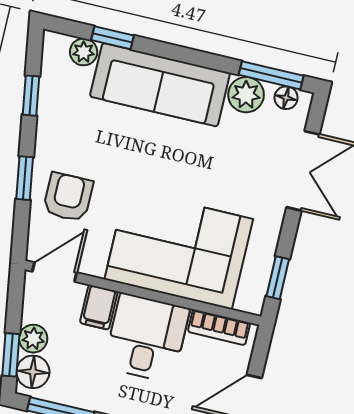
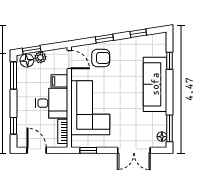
plant: (84, 52) -> (161, 50), removed
plant: (246, 95) -> (159, 120), removed

